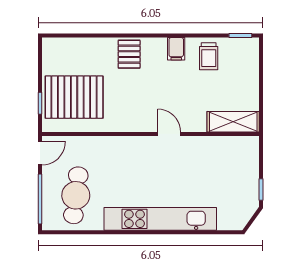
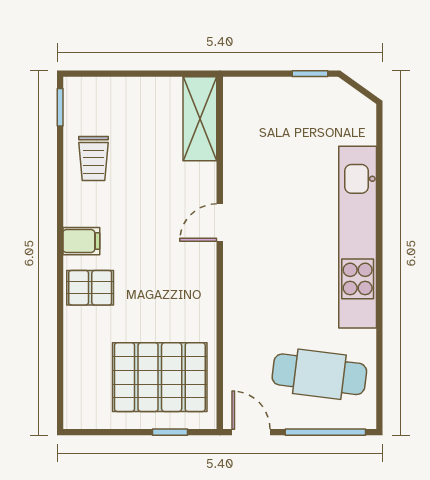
filing cabinet: (176, 49) -> (81, 241), moved
trolley: (209, 56) -> (94, 158), turned 90
pallet: (74, 97) -> (160, 377), turned 90

